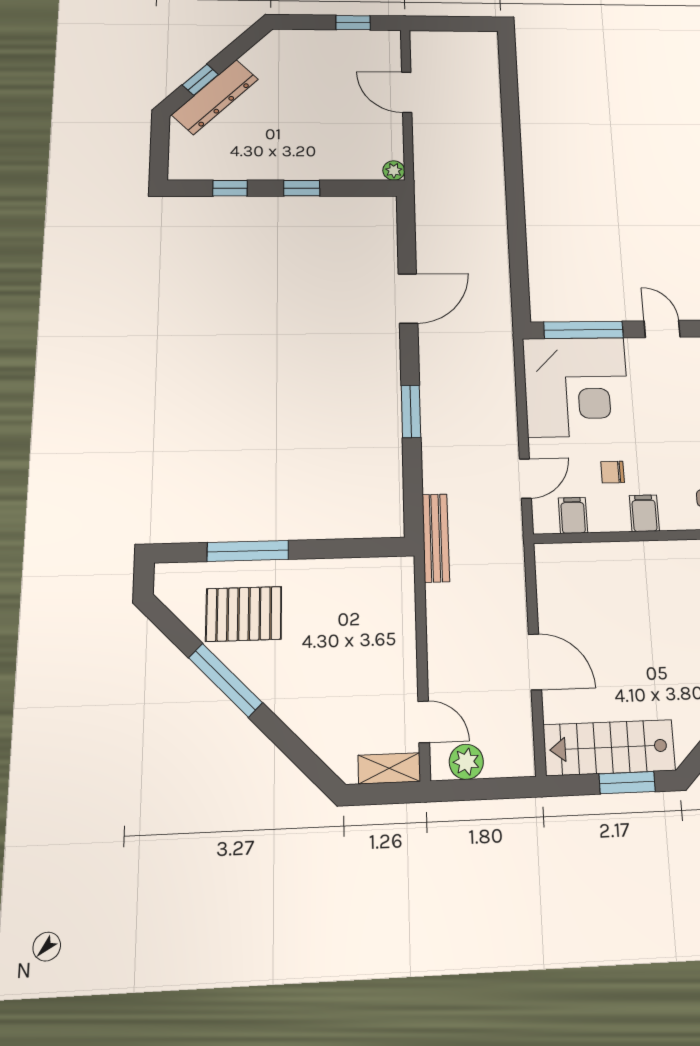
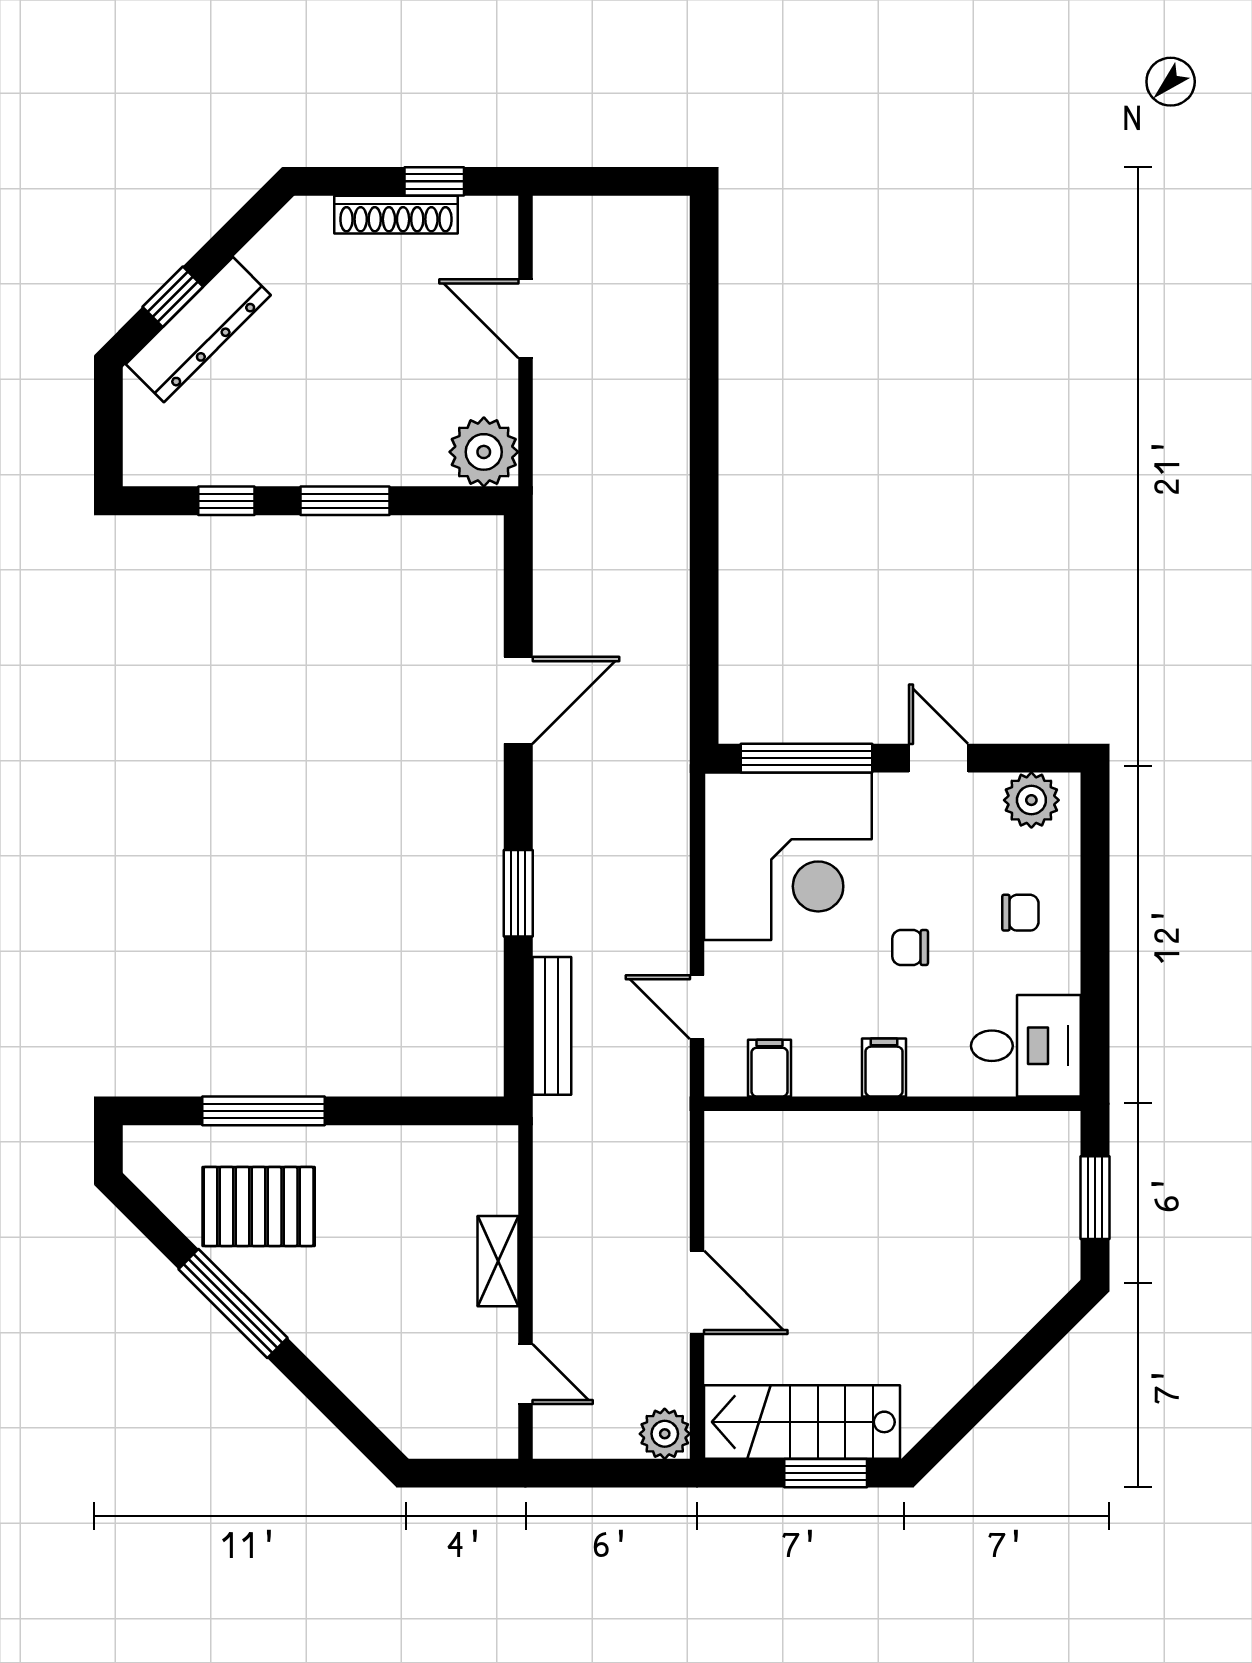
shoe rack: (331, 39) -> (396, 215), added
plant: (394, 171) -> (484, 452), width x1.88, depth x1.88
window: (302, 188) -> (345, 501), width x1.50
chair: (613, 472) -> (910, 948), moved
door: (525, 479) -> (697, 1007), swing flipped
bench: (436, 538) -> (552, 1026), moved
plant: (466, 762) -> (665, 1434), moved
shelving: (389, 768) -> (498, 1261), moved, turned 90

